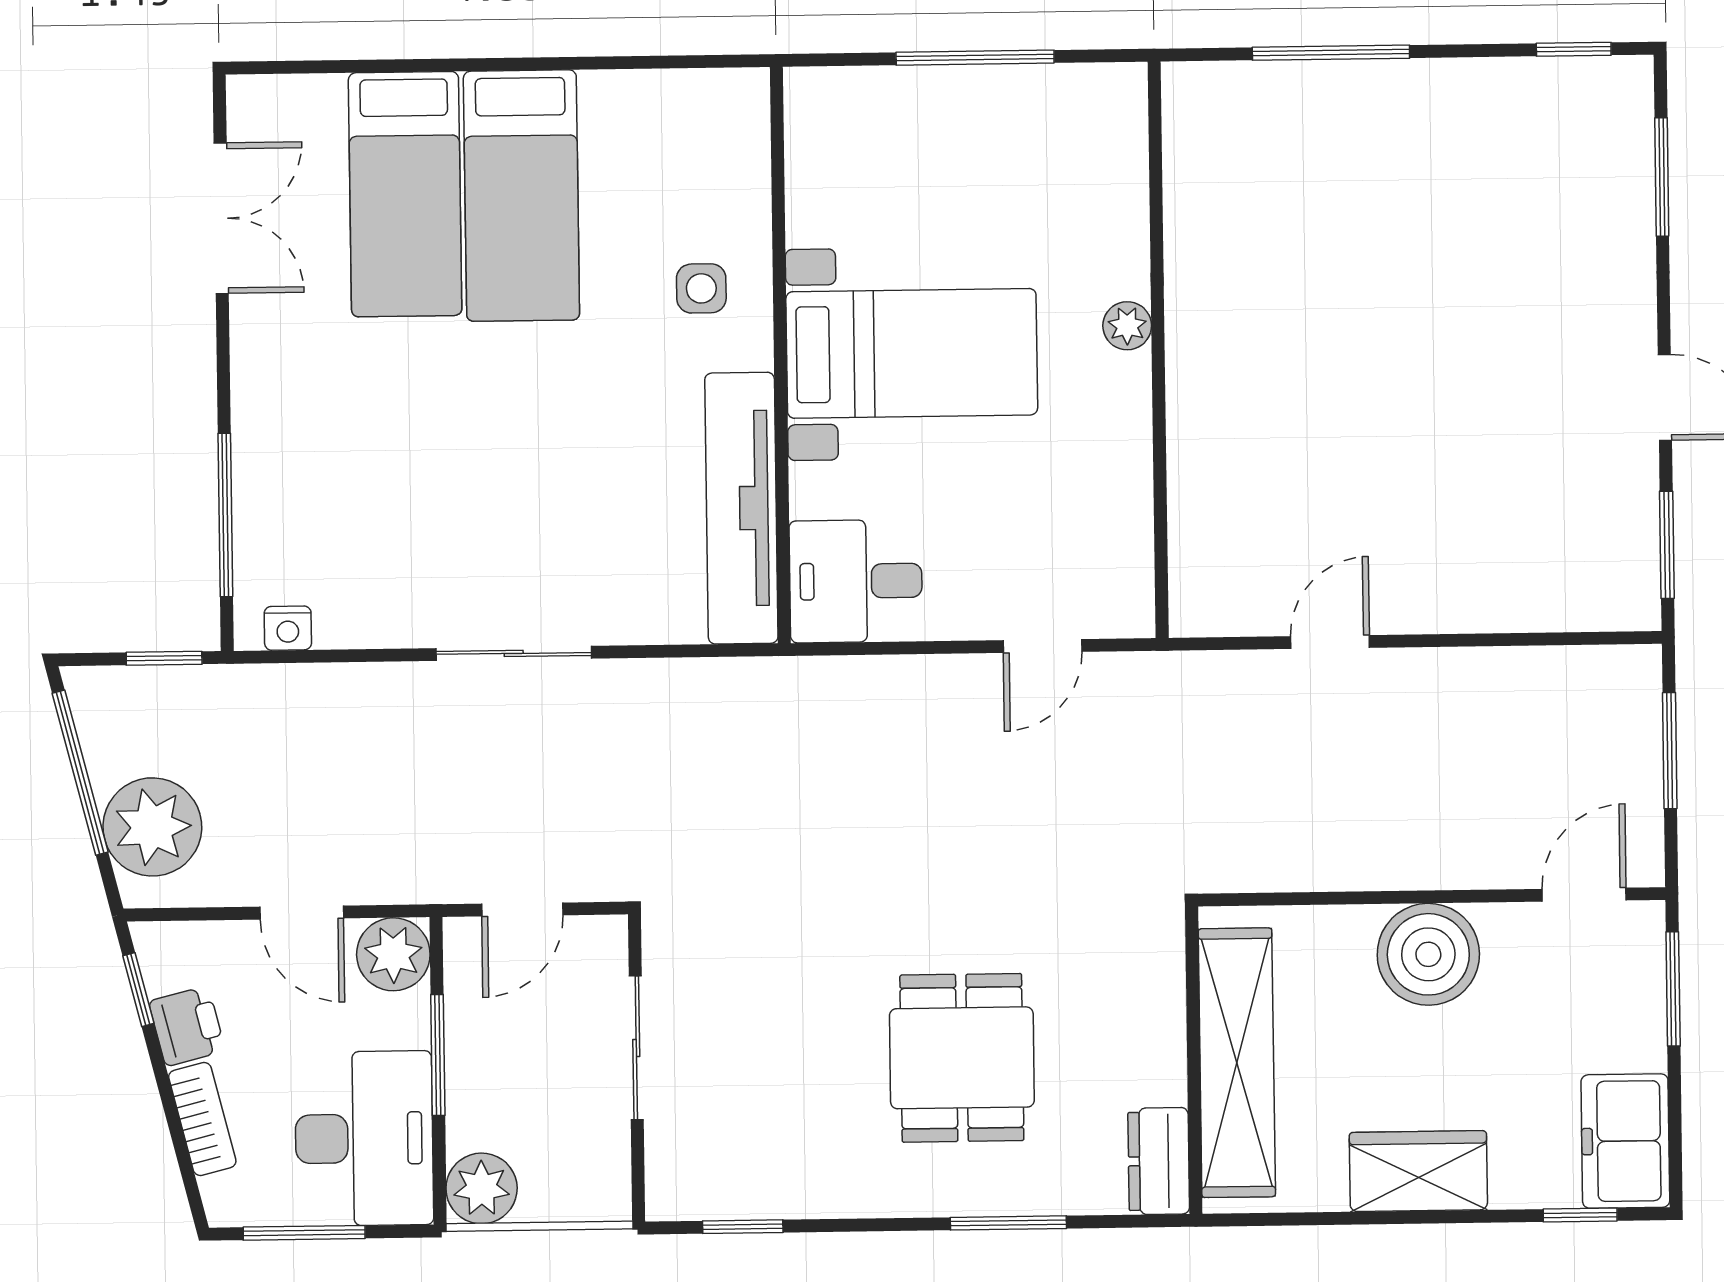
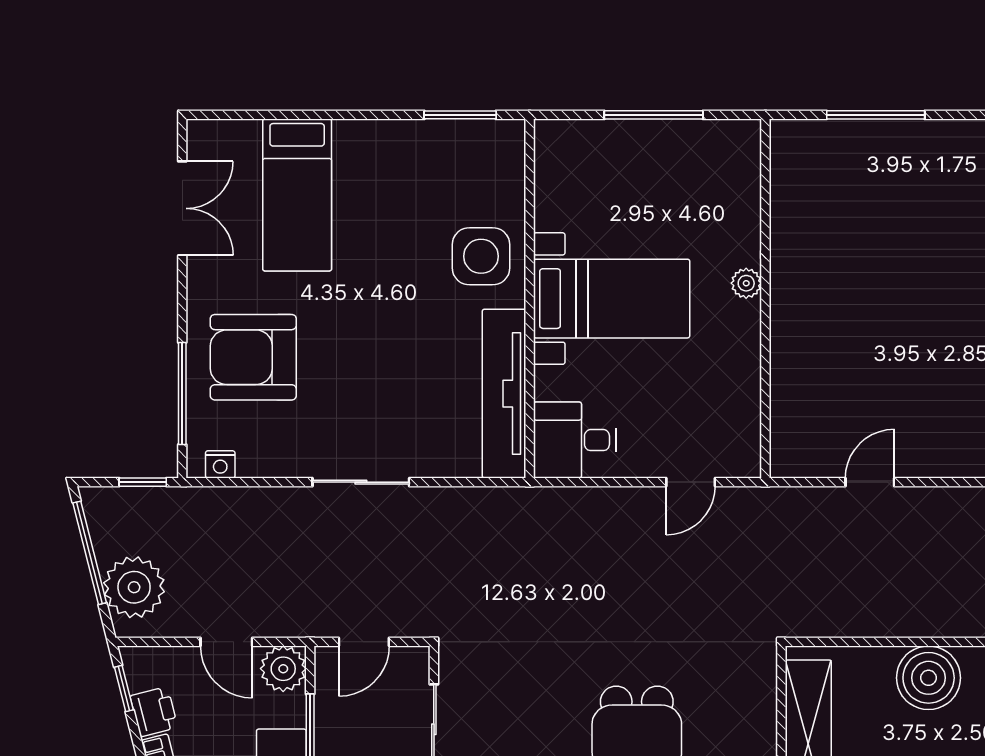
window: (665, 62) -> (460, 115), added
bed: (521, 196) -> (370, 197), removed
side table: (701, 288) -> (481, 256), width x1.87, depth x1.87
armchair: (338, 455) -> (253, 357), added

